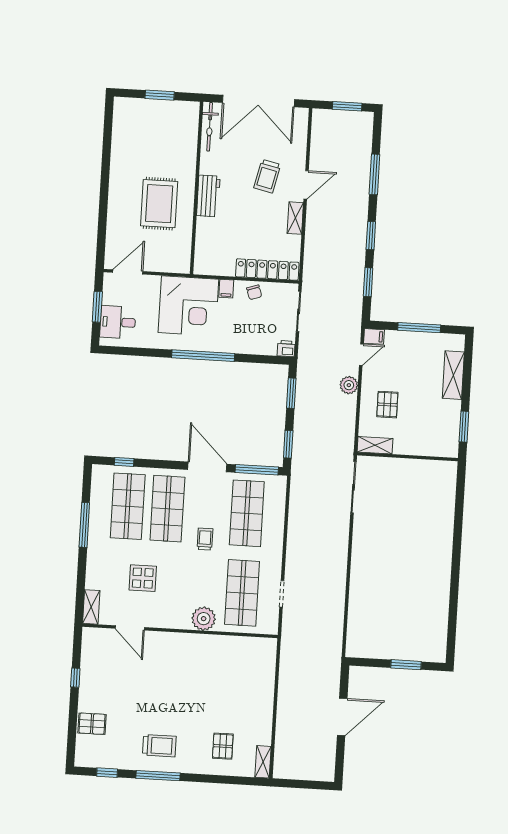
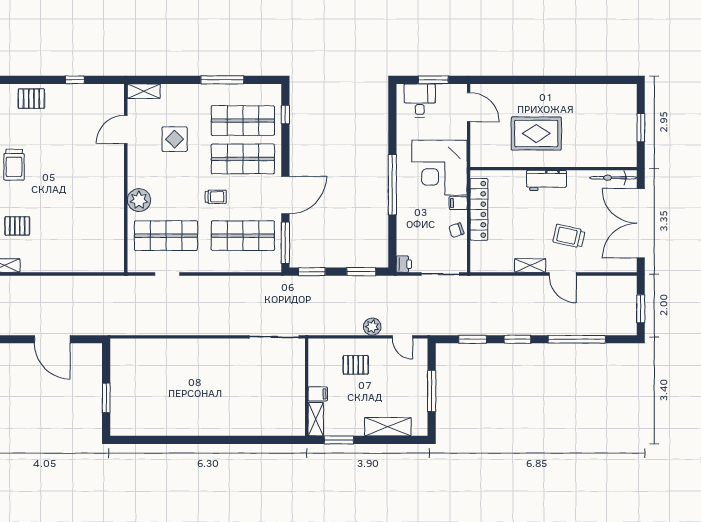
window: (374, 174) -> (577, 339), width x1.46
locker: (267, 270) -> (479, 209), moved
filing cabinet: (374, 336) -> (318, 394), moved, turned -90
shelving: (375, 445) -> (316, 419), moved
pallet: (92, 724) -> (31, 99), turned 90

